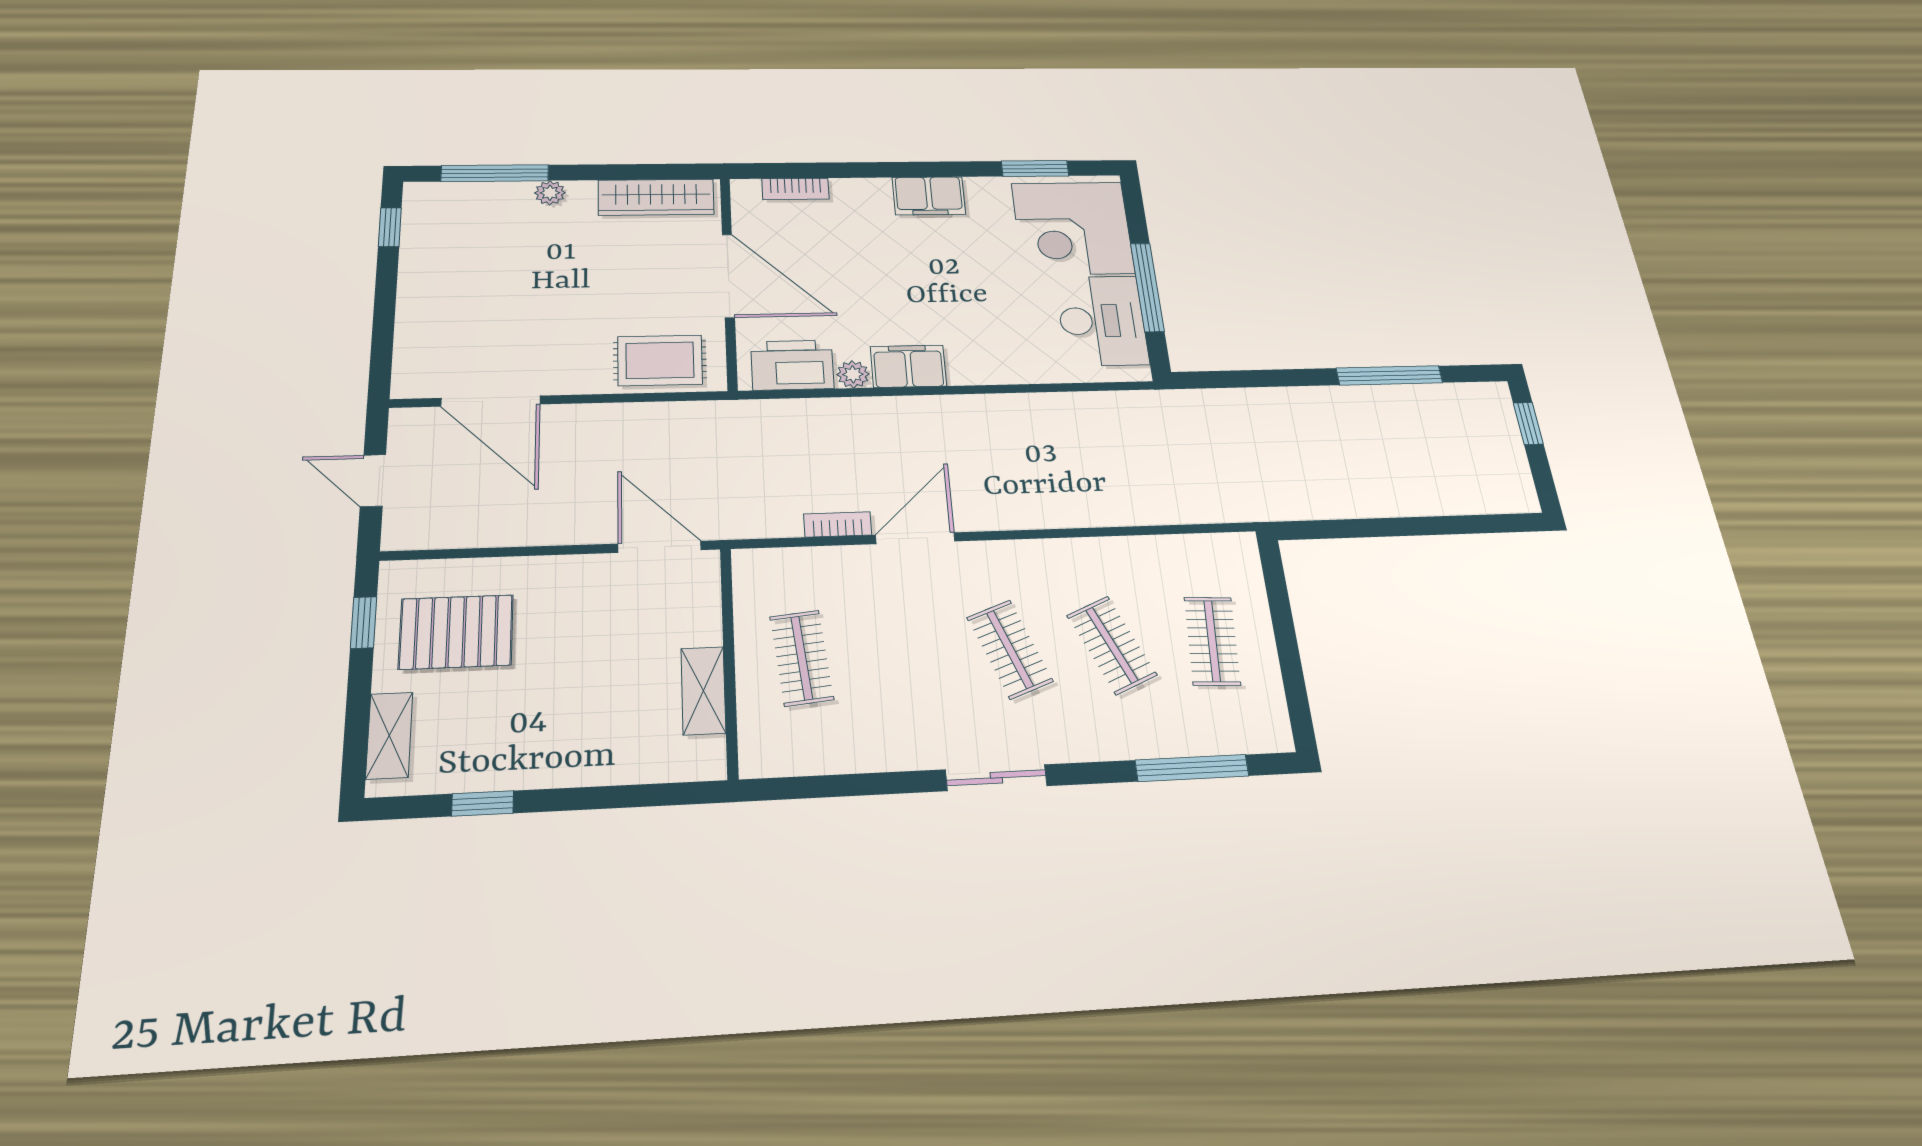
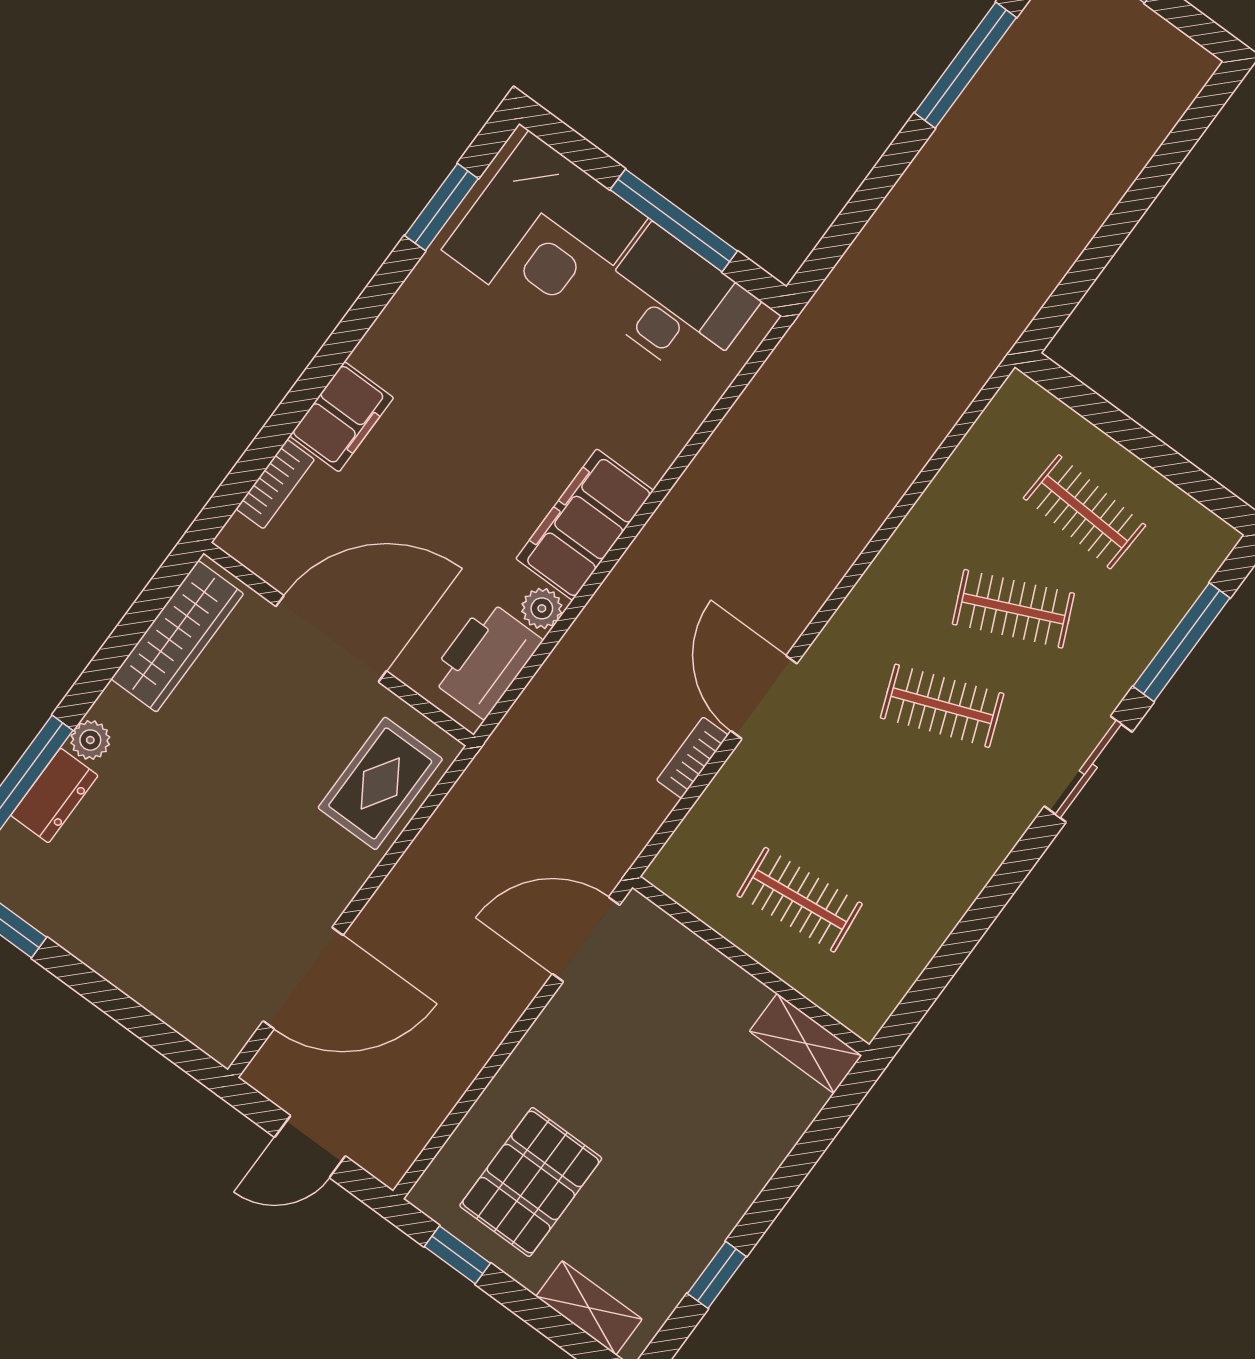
dresser: (498, 196) -> (54, 795), added
filing cabinet: (929, 196) -> (342, 417), moved
filing cabinet: (908, 366) -> (585, 525), width x1.50, depth x1.17
shelving: (703, 691) -> (806, 1043), moved
sliding door: (996, 778) -> (1088, 769), moved

